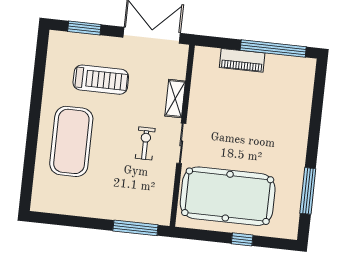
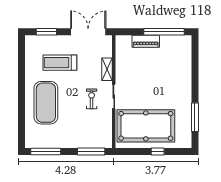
treadmill: (101, 80) -> (60, 63), turned 180
window: (63, 220) -> (46, 152), added

